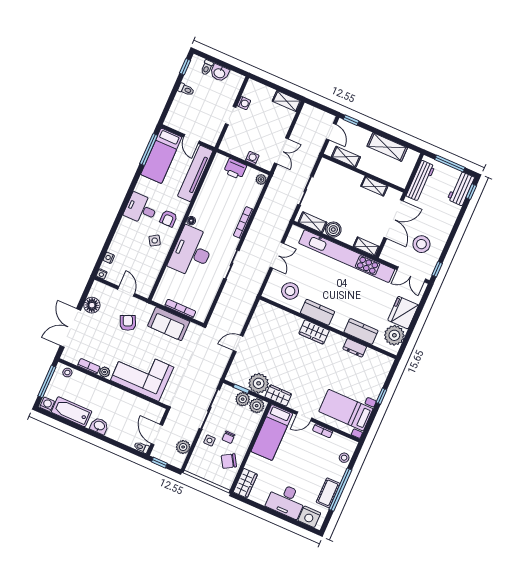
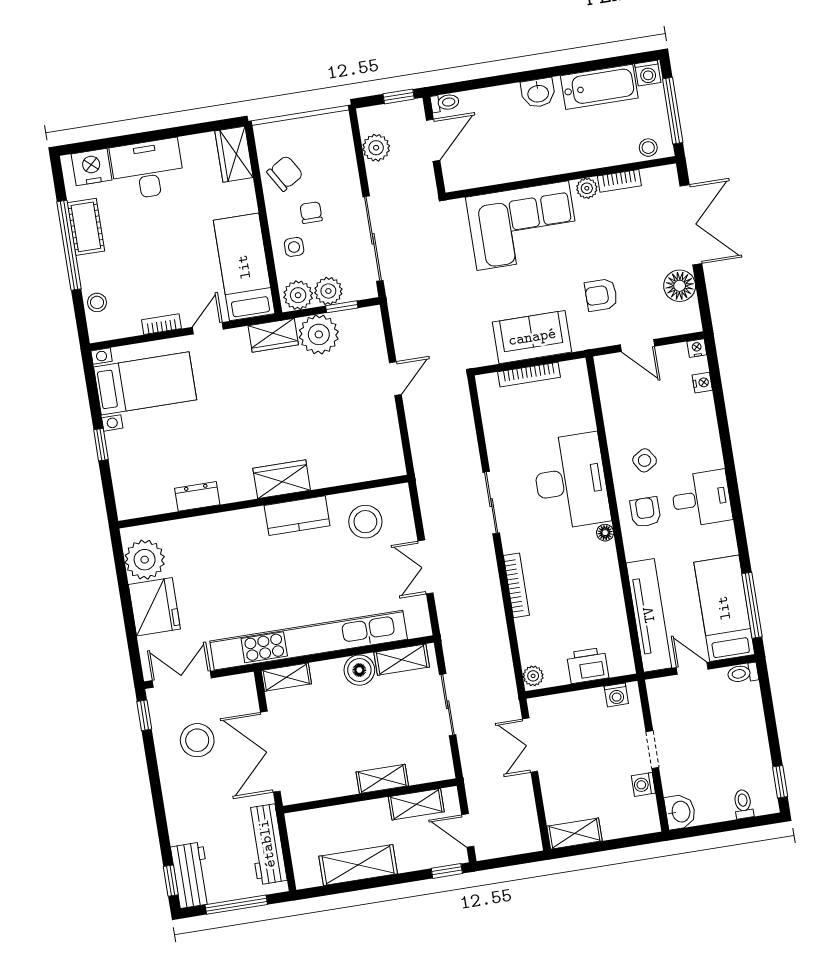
washbasin: (220, 73) -> (680, 812), moved, turned 90
toilet: (186, 89) -> (743, 673), moved
washing machine: (252, 158) -> (616, 695), moved
shelving: (374, 186) -> (382, 779), moved
armchair: (128, 323) -> (601, 295), turned 114
kitchen counter: (361, 331) -> (204, 530), removed
door: (157, 435) -> (433, 140), hinge flipped
side table: (209, 440) -> (294, 247), moved

